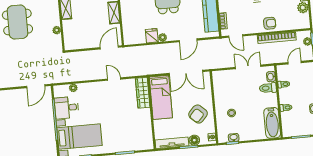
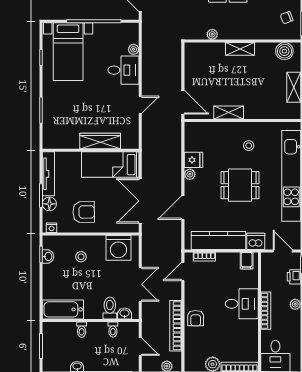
door: (188, 40) -> (183, 208), hinge flipped
washing machine: (222, 86) -> (118, 248), added
wardrobe: (143, 93) -> (100, 141), moved
desk: (67, 108) -> (123, 70), moved, turned 90
armchair: (198, 114) -> (84, 212), turned 136

